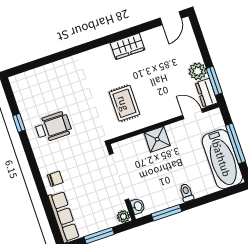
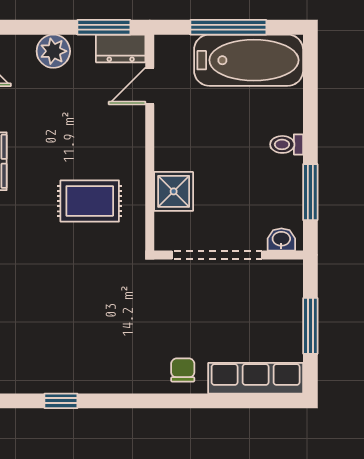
plant: (198, 71) -> (53, 51), moved
wheelchair: (53, 127) -> (89, 342), removed
shower: (157, 139) -> (174, 191), moved
plant: (123, 217) -> (291, 271), removed

